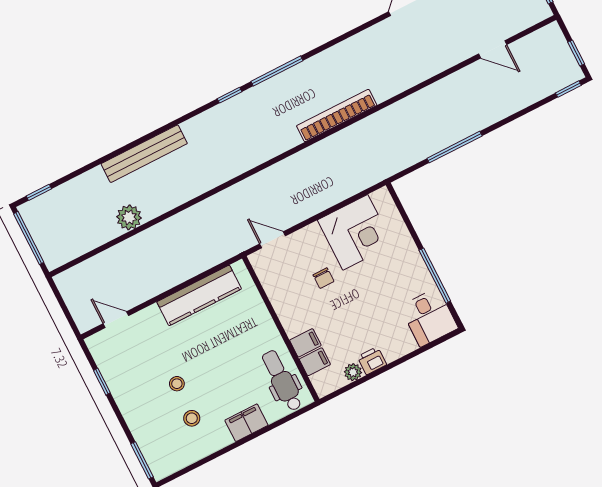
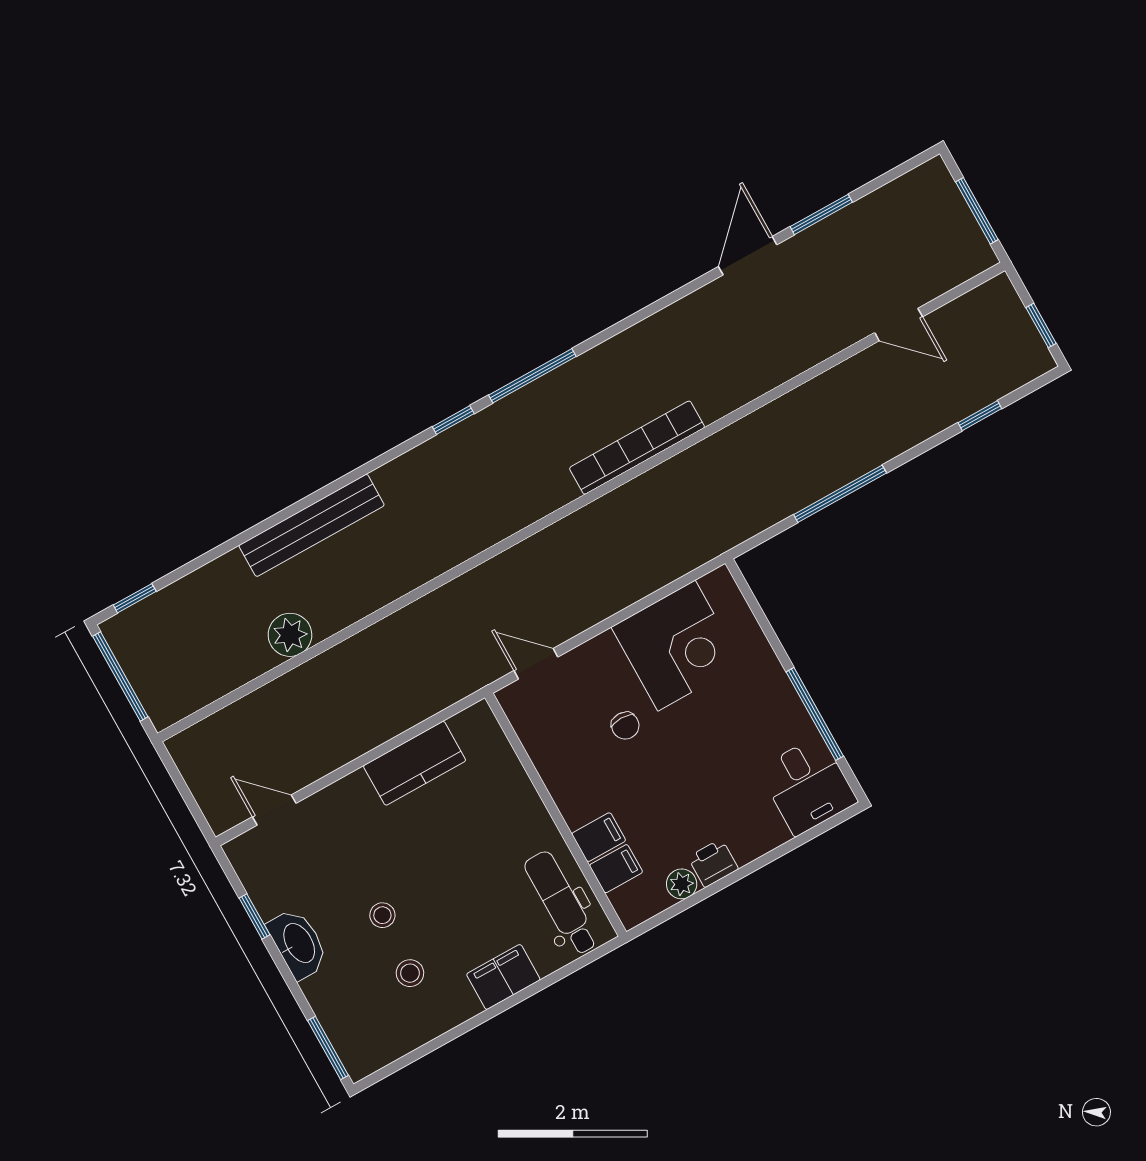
window: (568, 89) -> (980, 416), moved
kitchen counter: (199, 295) -> (415, 763), width x0.67
washbasin: (127, 398) -> (298, 944), added

